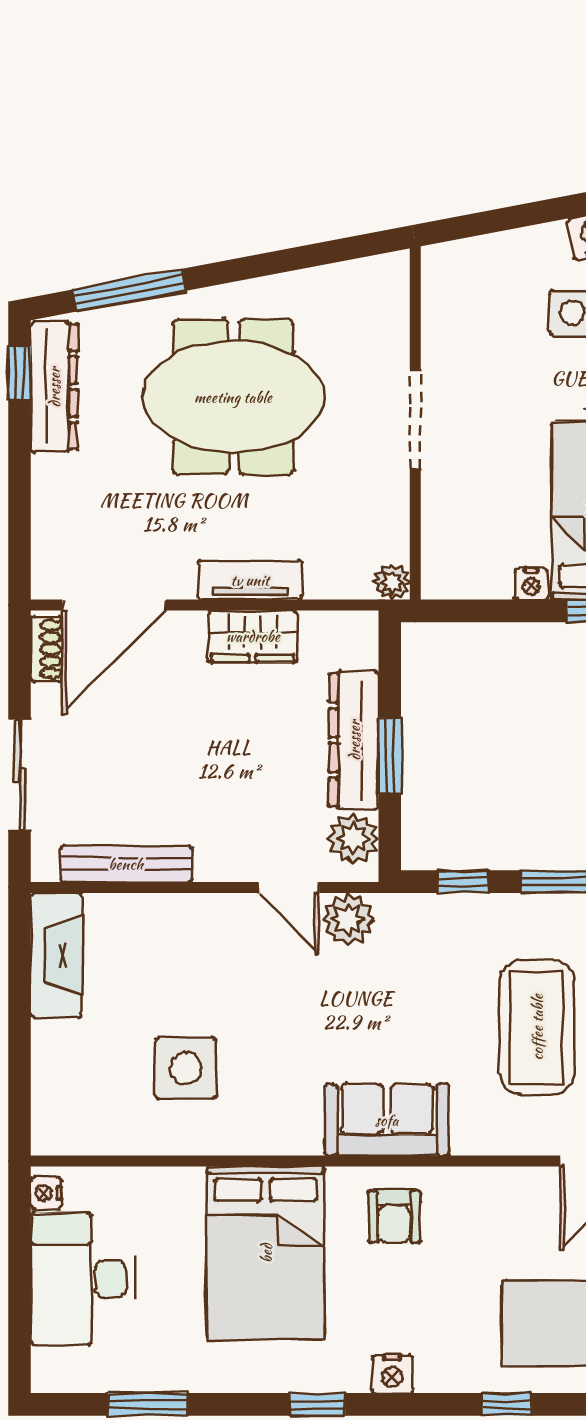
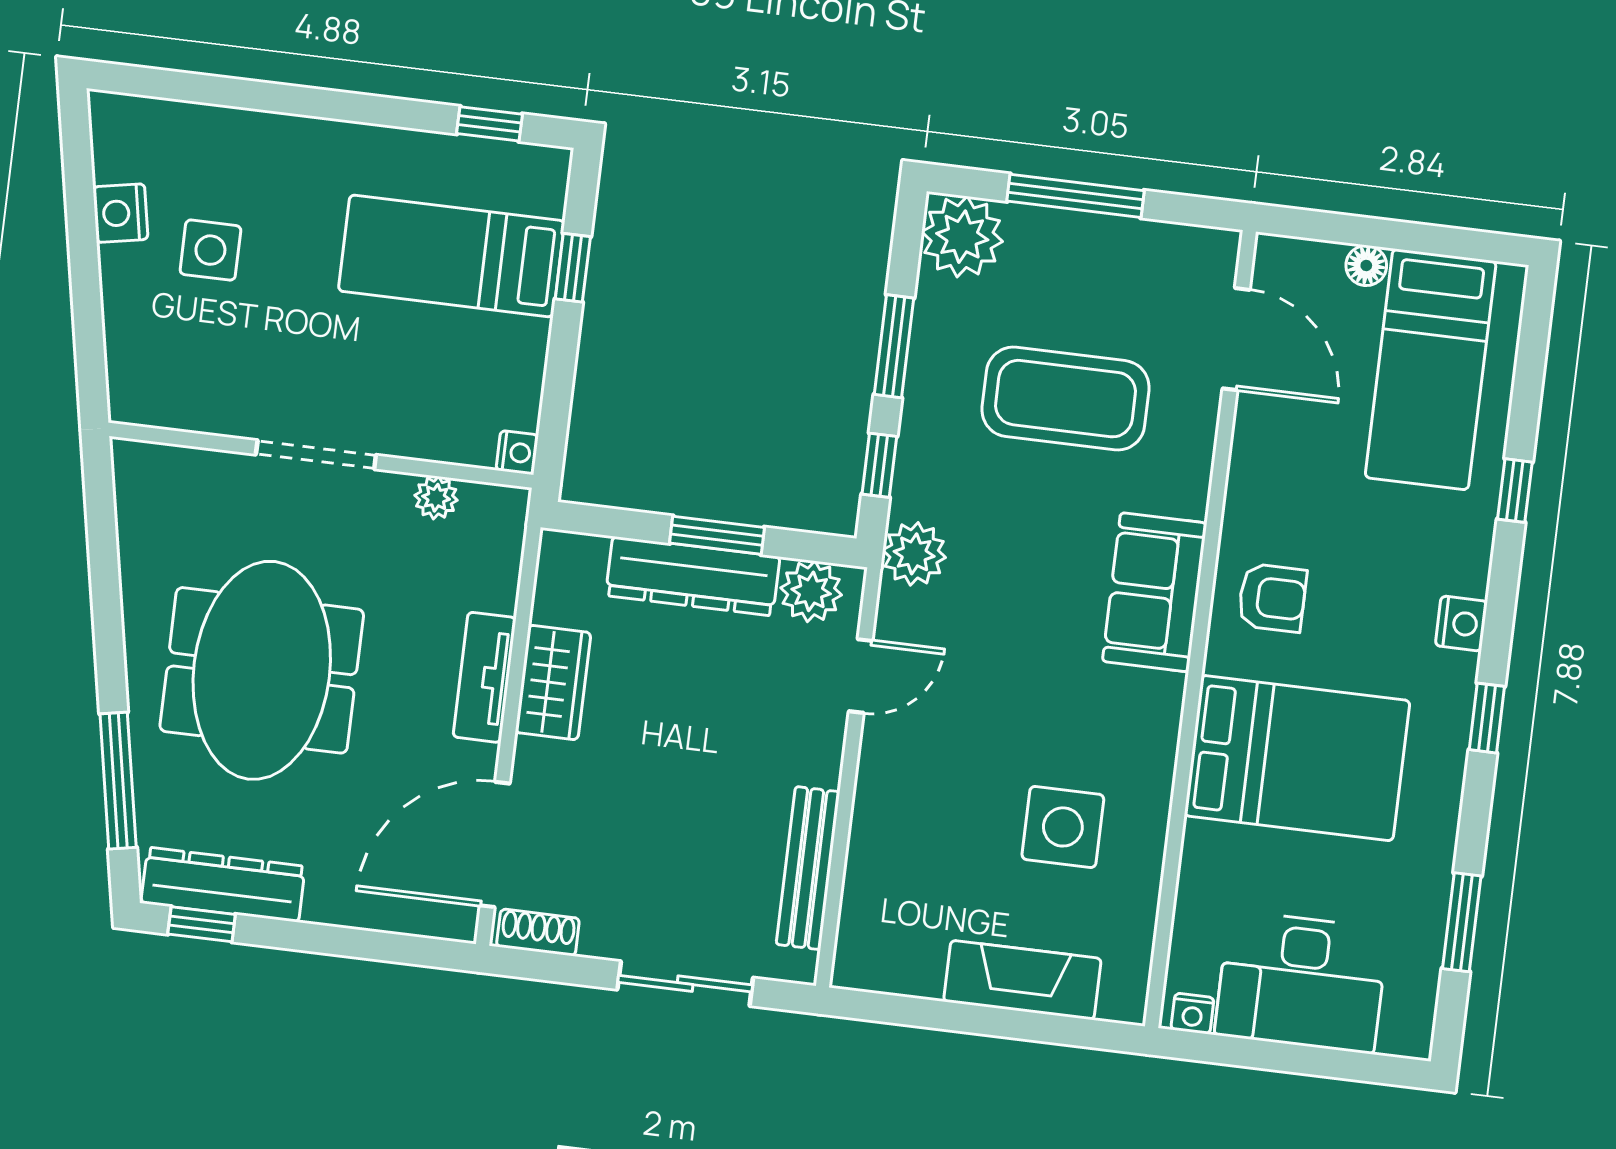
plant: (392, 582) -> (436, 498), moved
nightstand: (531, 584) -> (517, 453), moved
door: (114, 605) -> (495, 844), swing flipped
plant: (348, 919) -> (914, 554), moved
fireplace: (56, 955) -> (1022, 980), moved

